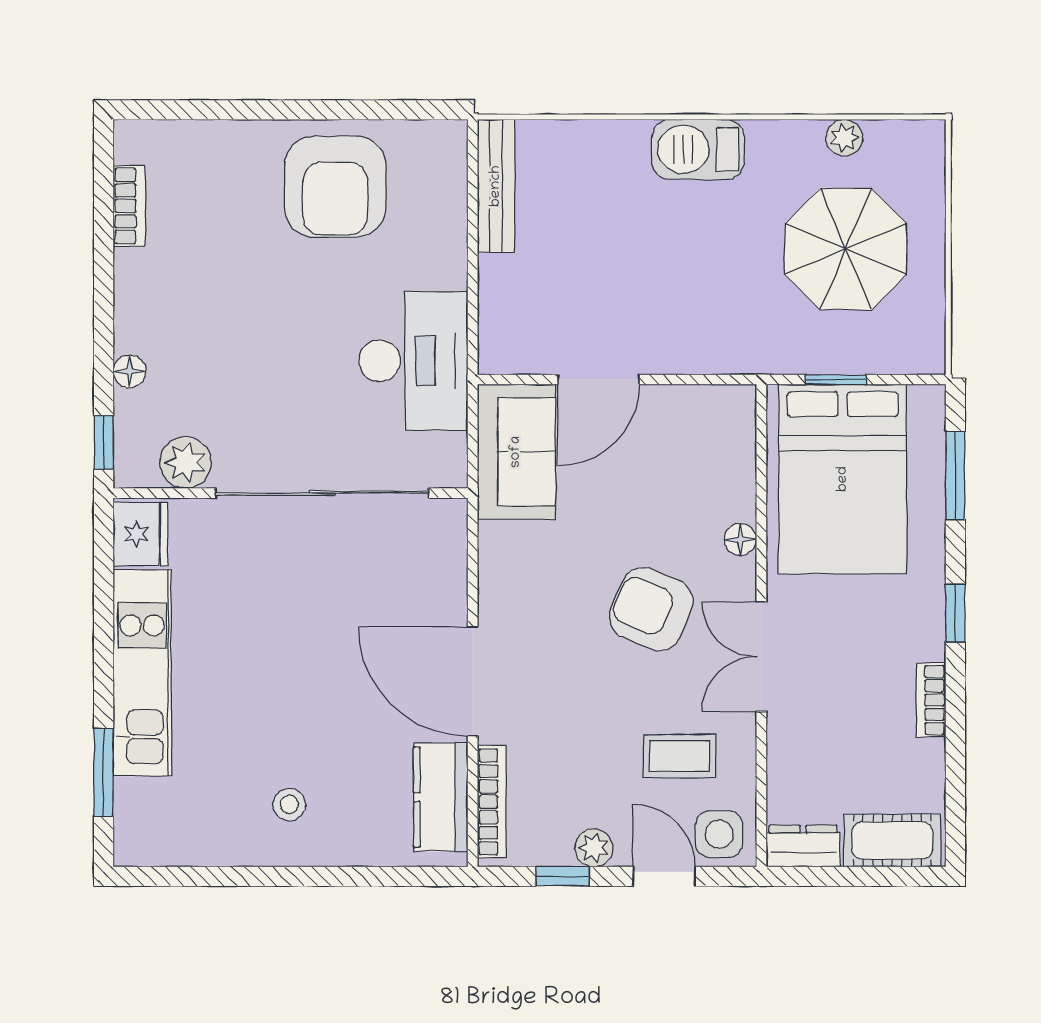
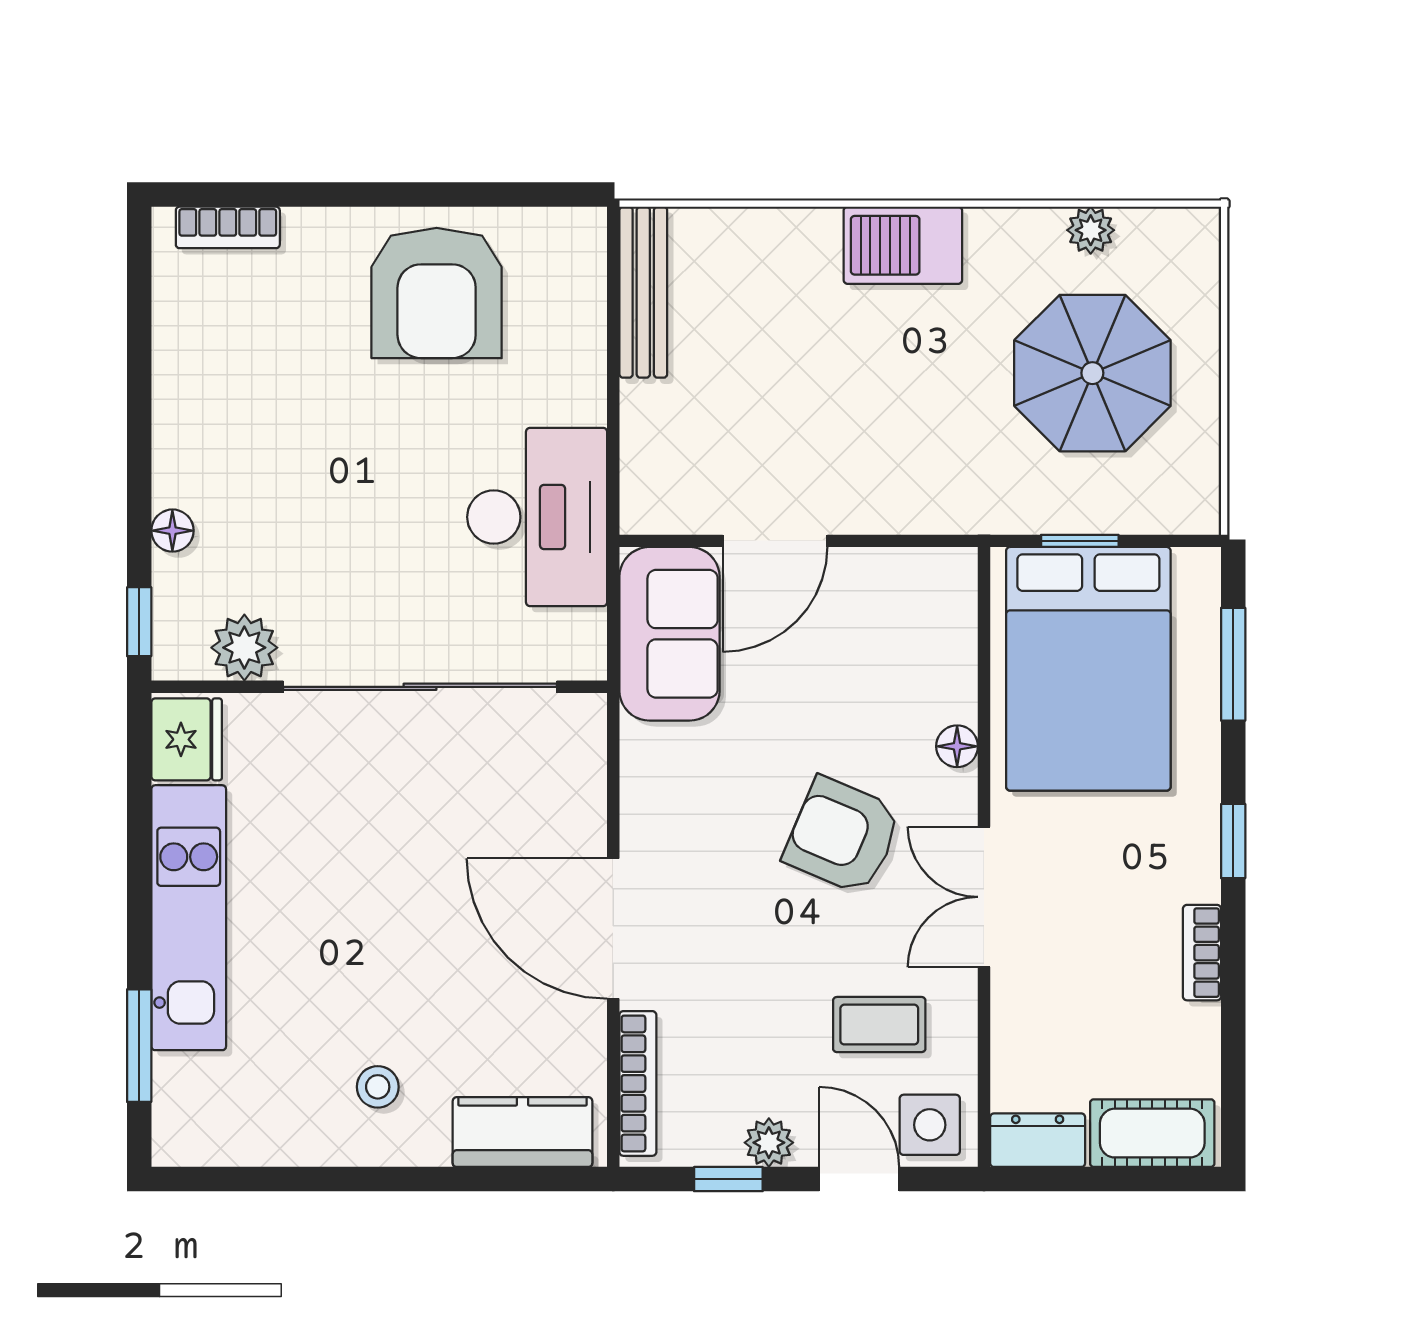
bookcase: (129, 206) -> (228, 227), moved, turned 90
kitchen counter: (441, 797) -> (522, 1132), moved, turned 90

